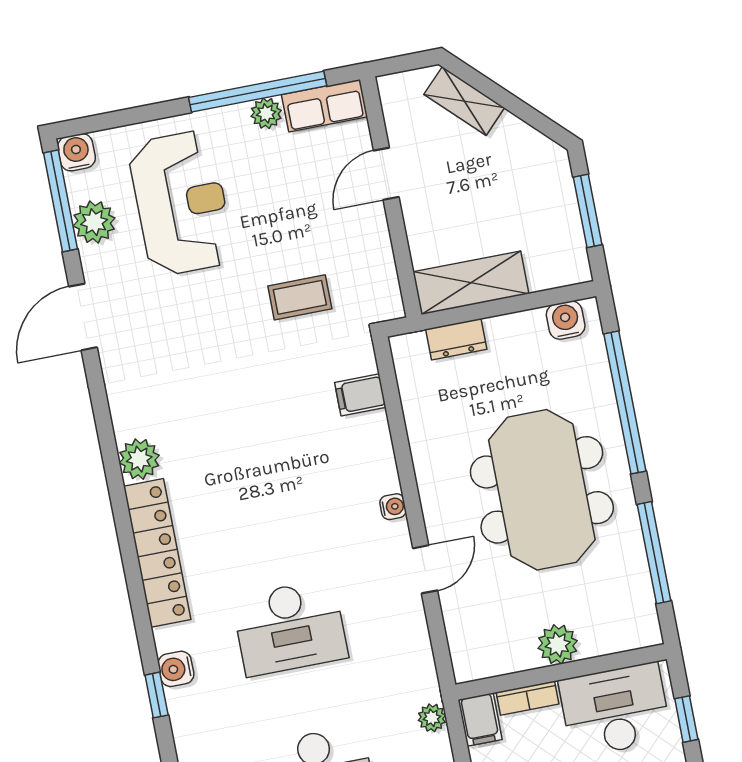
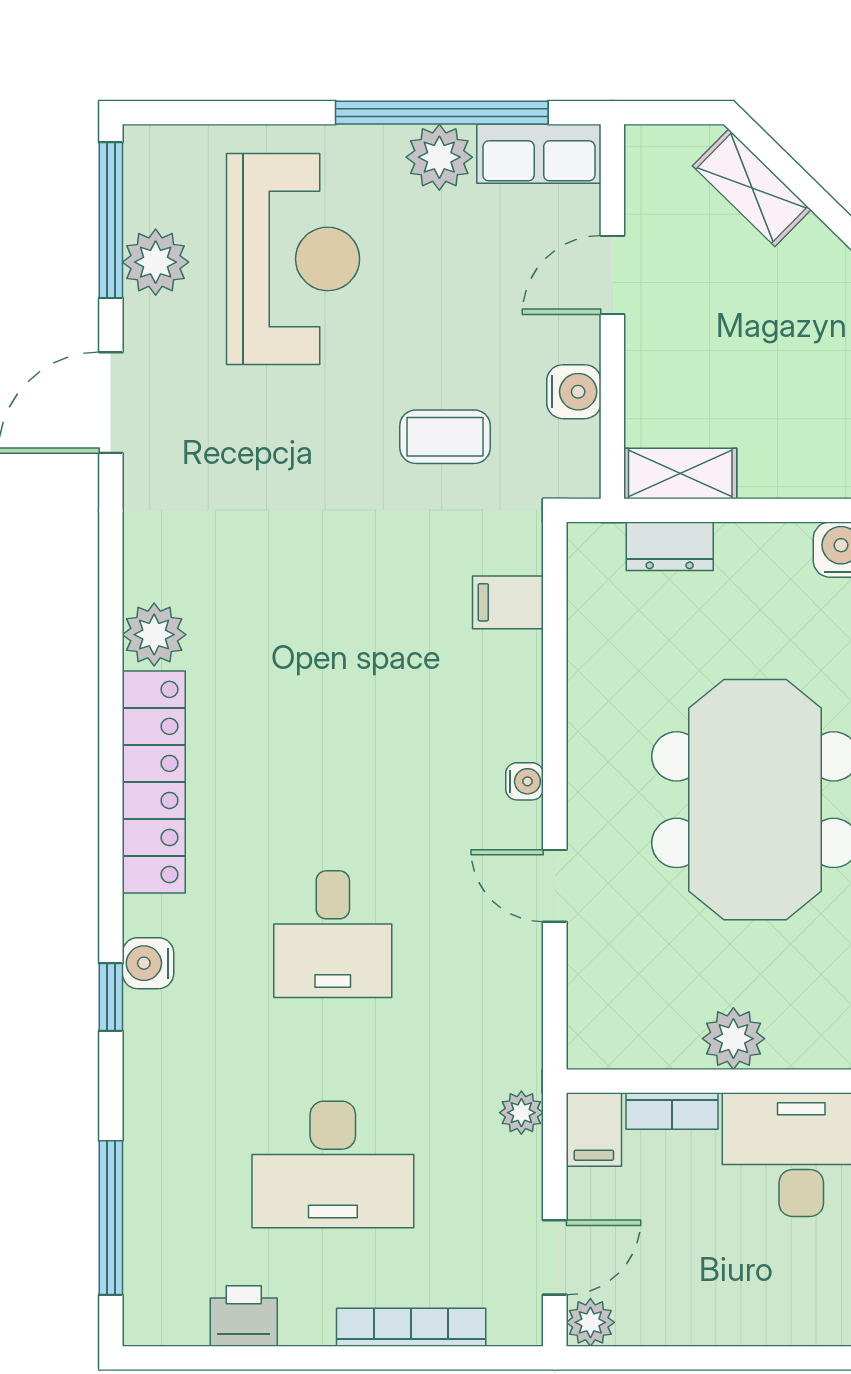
plant: (266, 113) -> (439, 157), width x1.38, depth x1.38
water cooler: (76, 152) -> (574, 392), moved, turned 90
shelving: (471, 283) -> (680, 473), width x0.67, depth x0.75
door: (425, 569) -> (555, 886), swing flipped
desk: (290, 628) -> (333, 934), width x0.73

